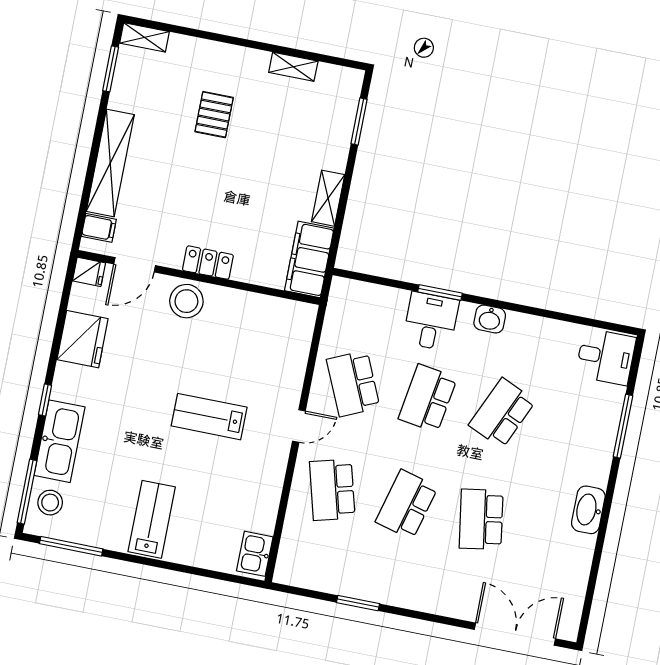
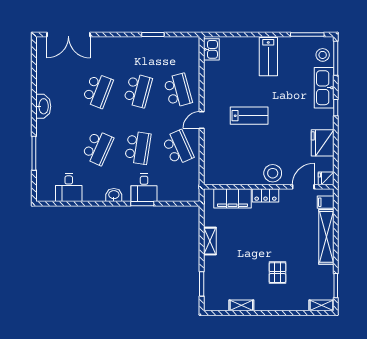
filing cabinet: (309, 259) -> (233, 198), moved, turned 90
desk: (606, 357) -> (69, 188), moved, turned -90
school desk: (481, 519) -> (98, 90), turned 30

